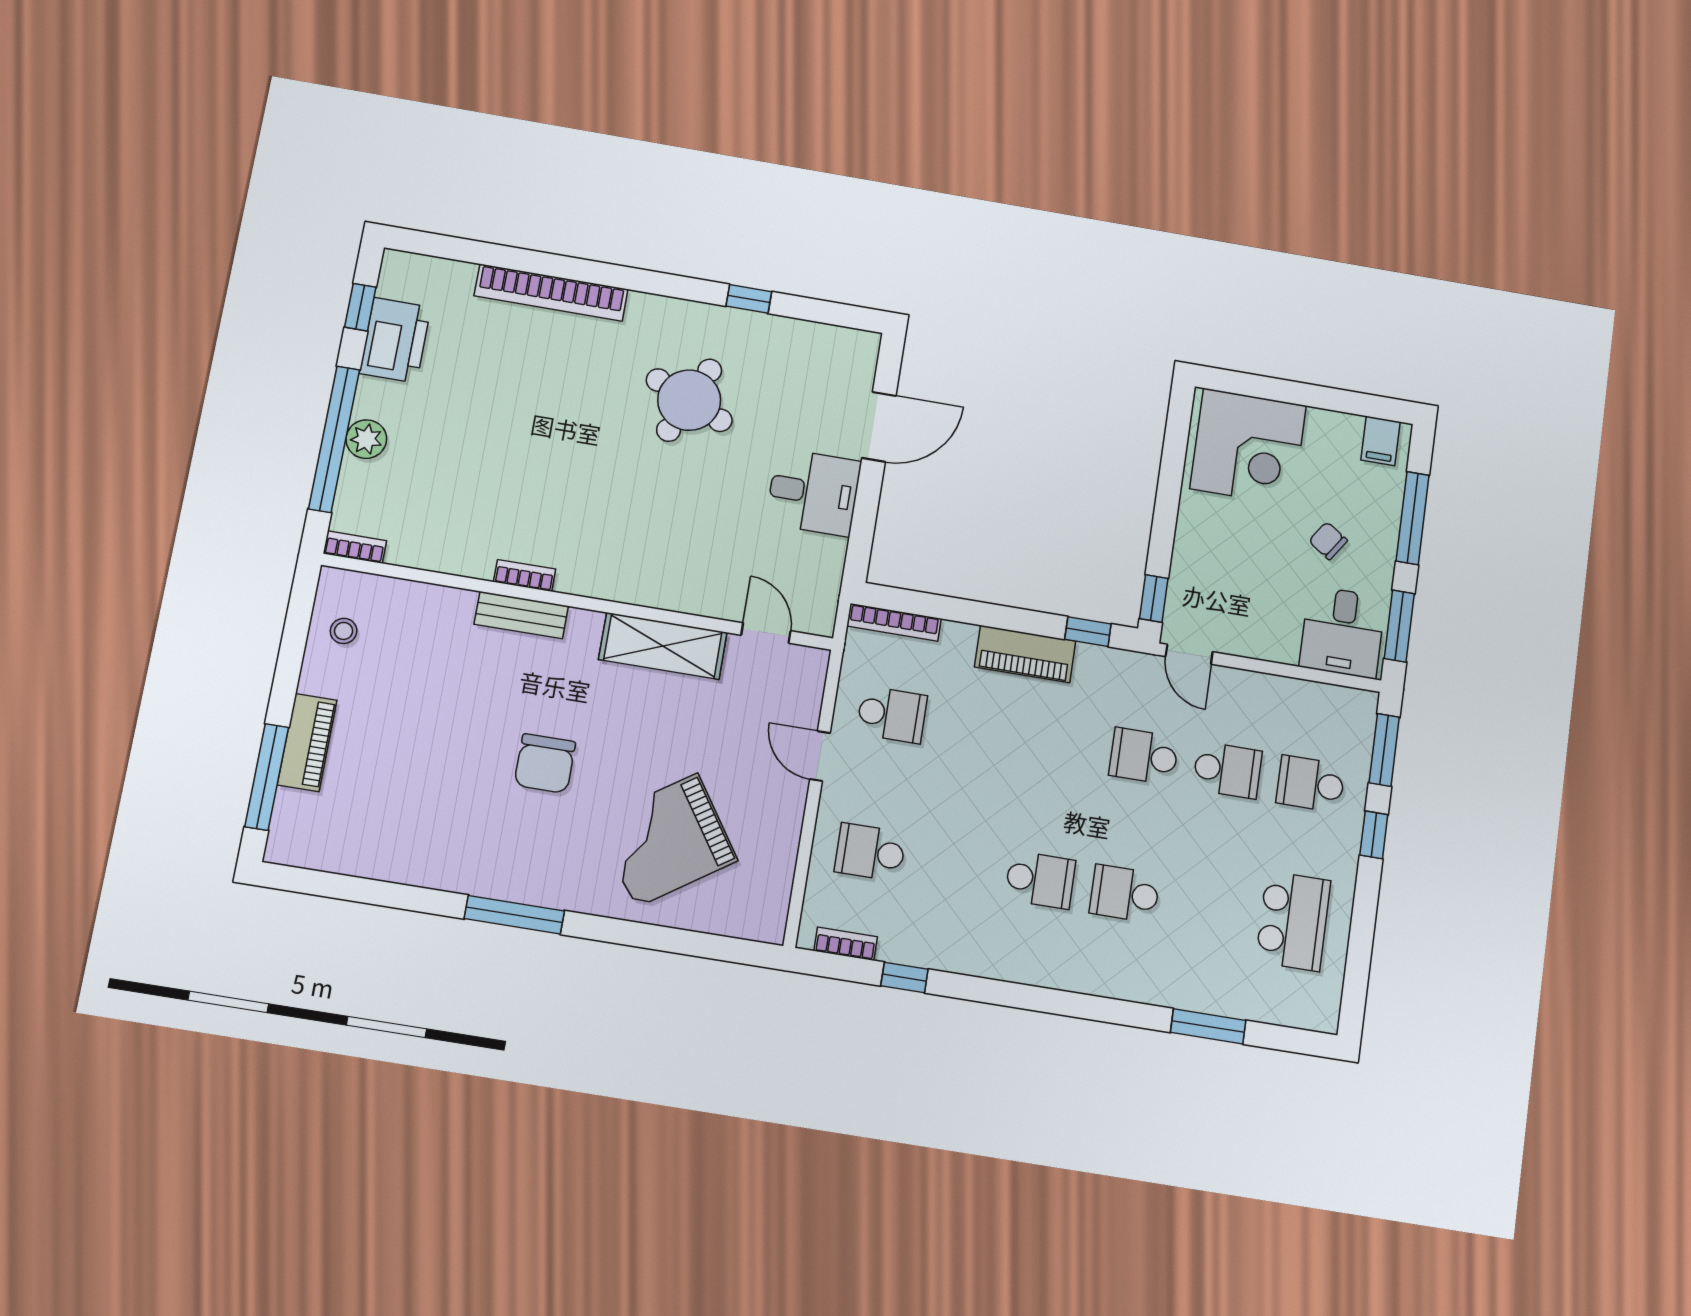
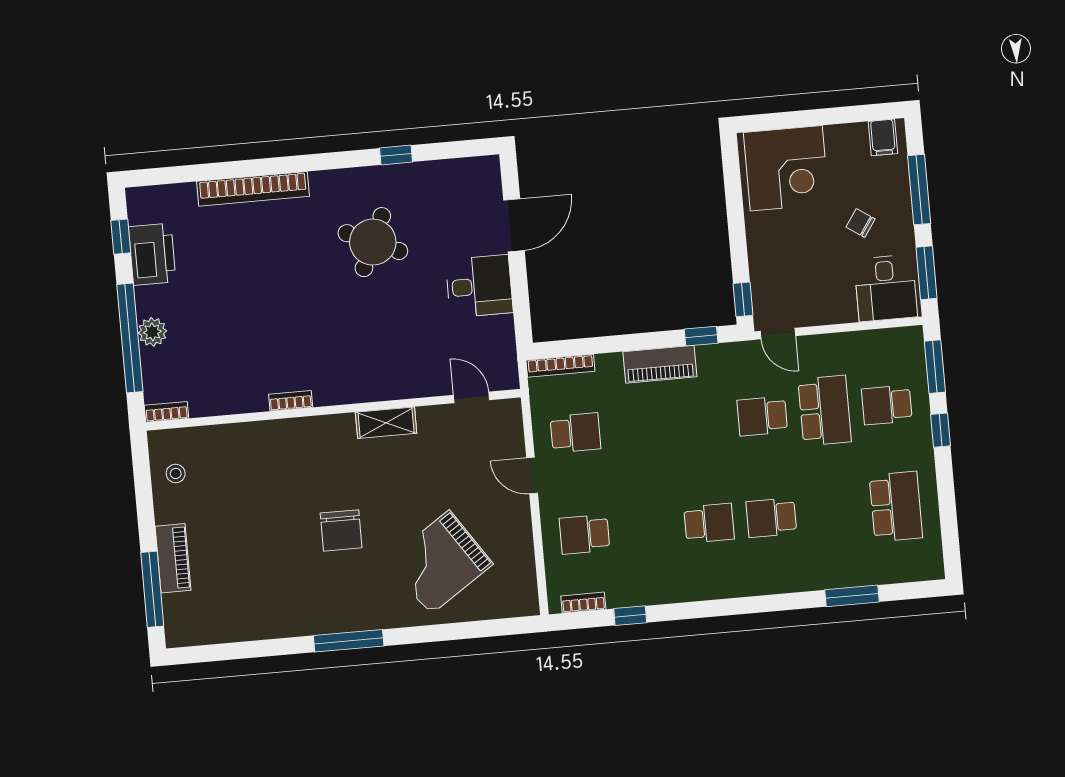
bench: (521, 615) -> (296, 430), removed
shelving: (663, 646) -> (386, 423), width x0.67, depth x0.75
school desk: (1227, 770) -> (825, 411), width x1.85

